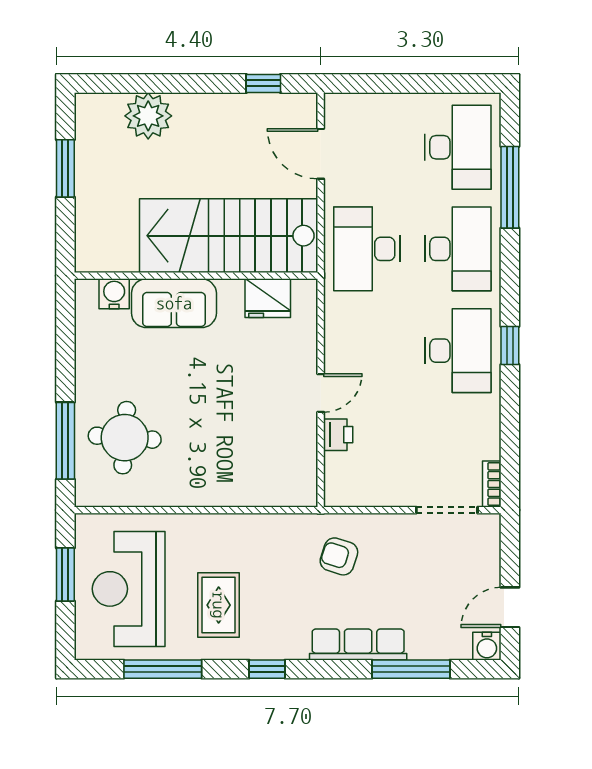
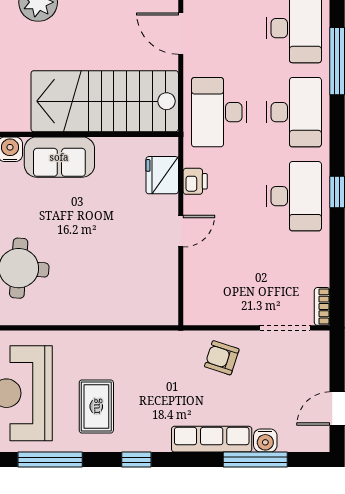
fridge: (268, 298) -> (162, 175), moved, turned 90
printer: (338, 435) -> (195, 181), moved
armchair: (339, 556) -> (222, 358), moved
water cooler: (487, 646) -> (265, 440), moved

